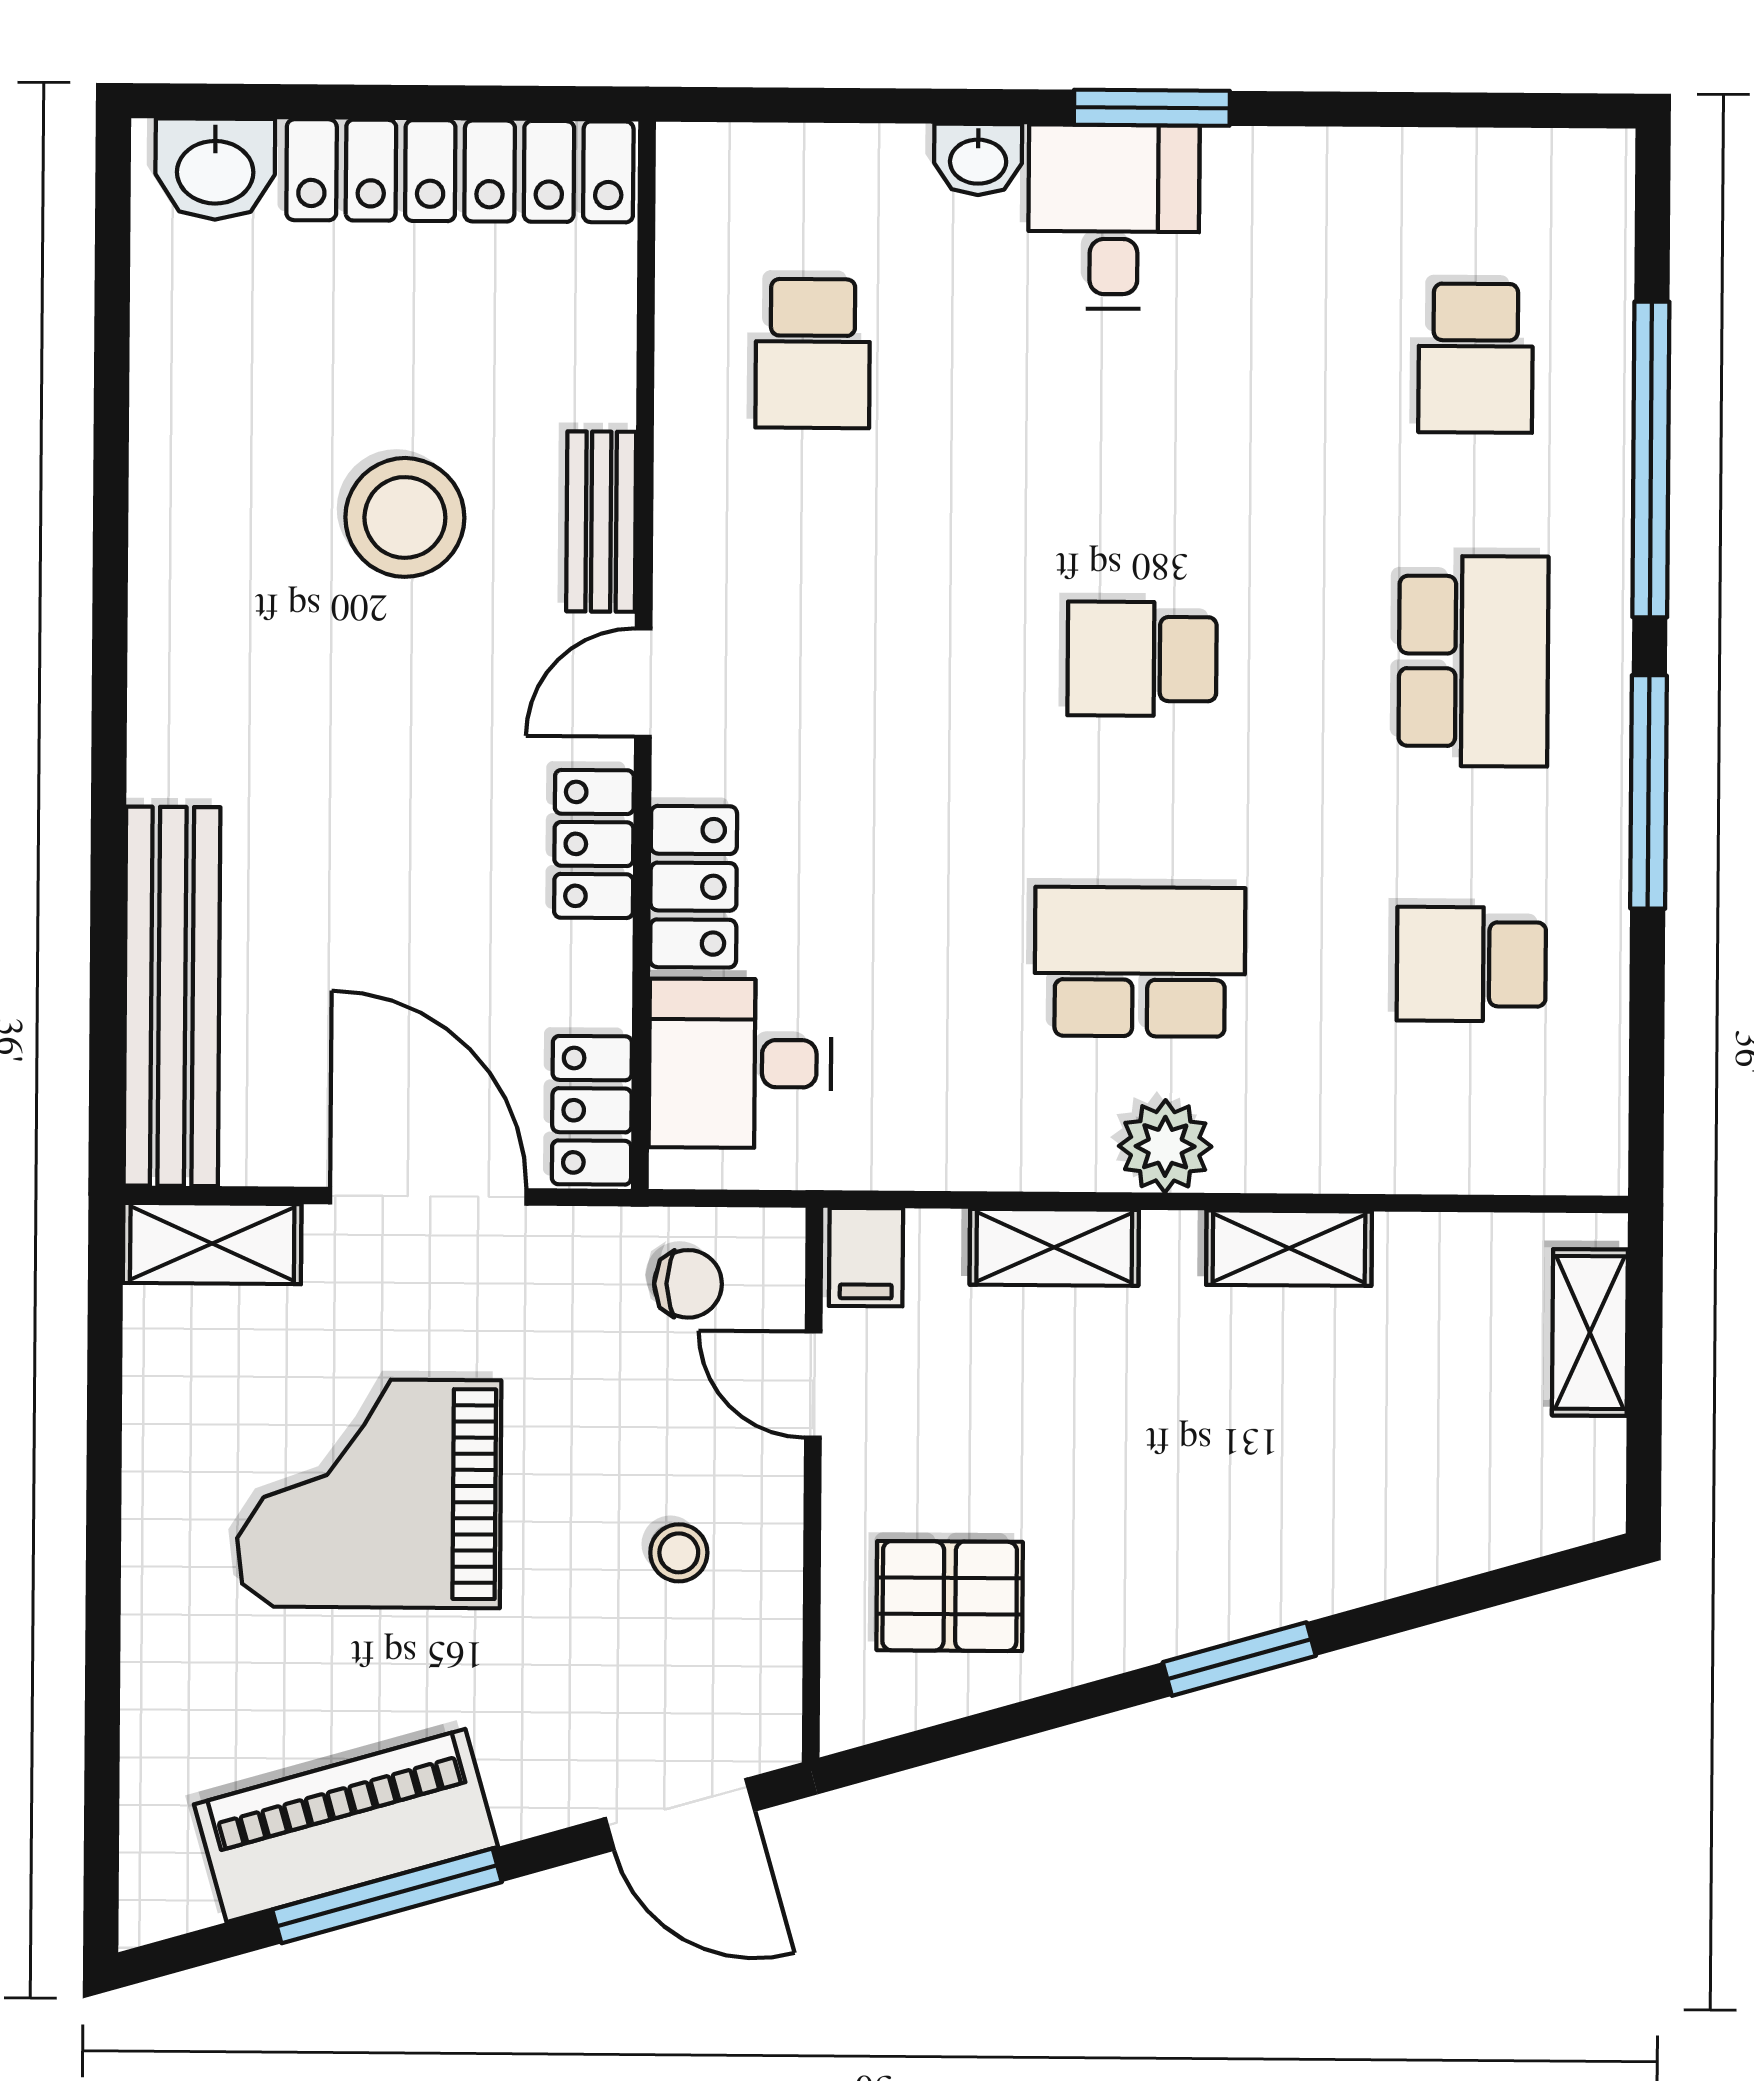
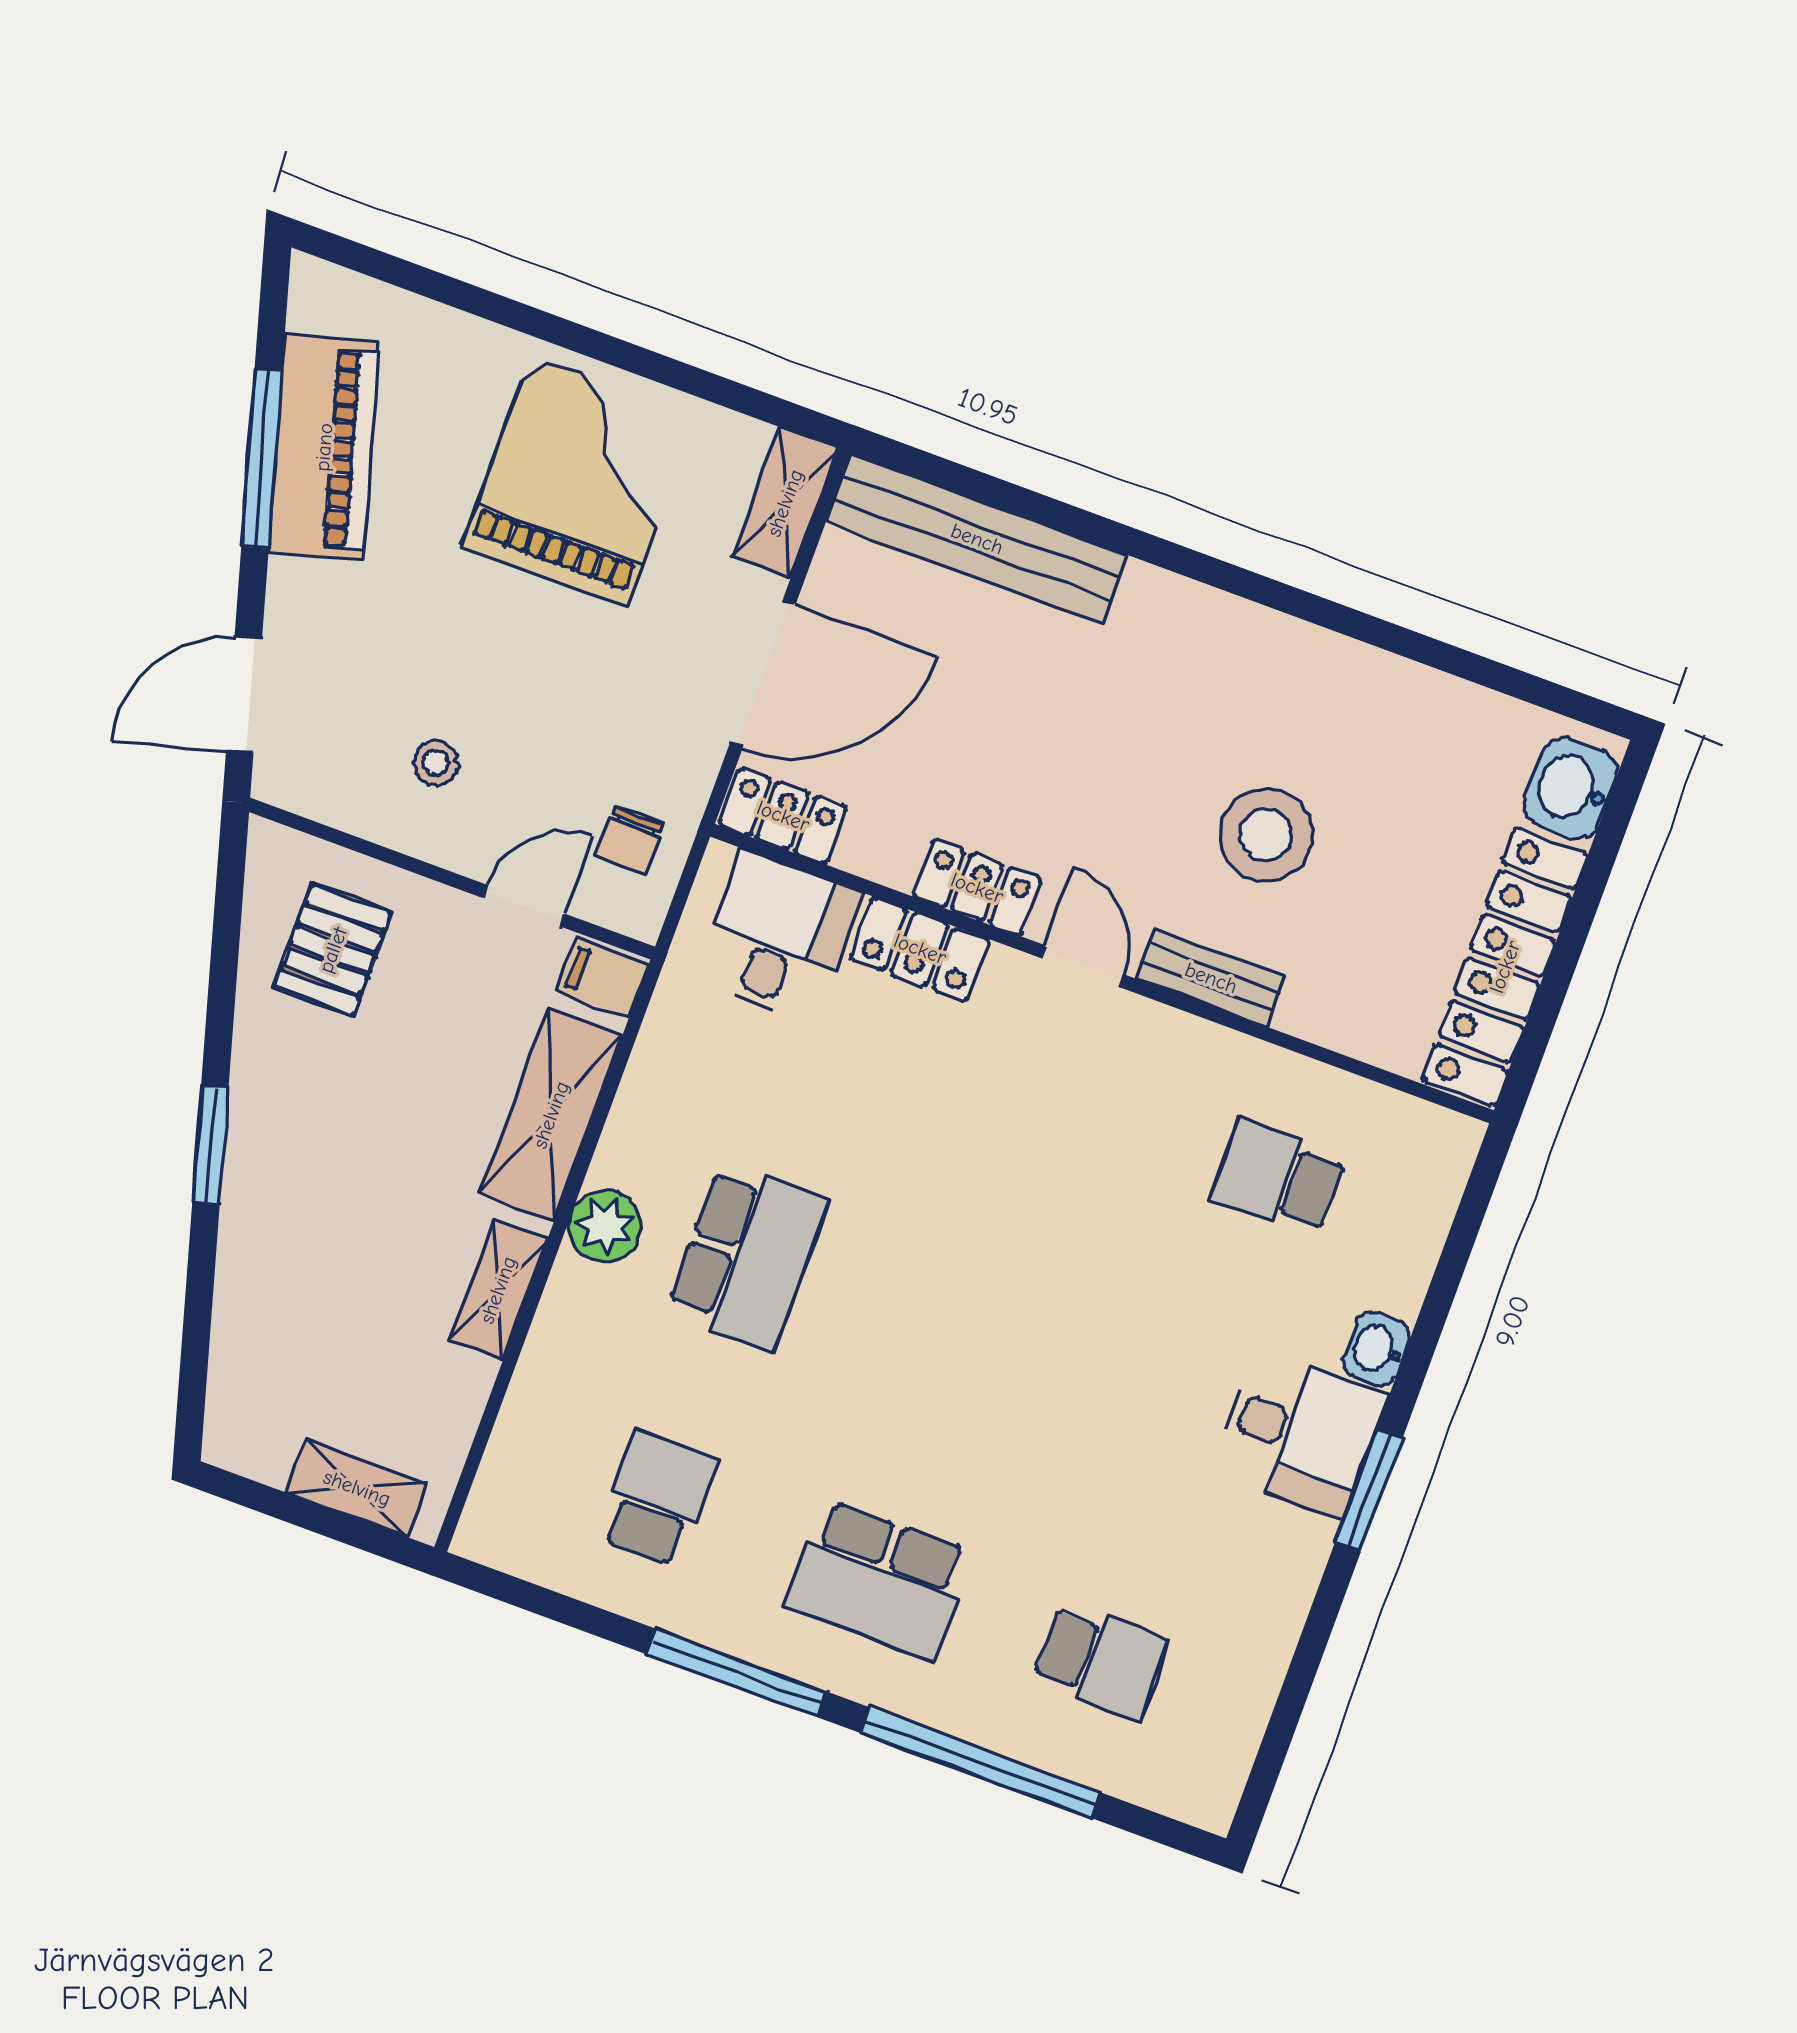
school desk: (1476, 358) -> (1100, 1661), turned 180
school desk: (1142, 659) -> (968, 1338), removed
shelving: (1054, 1247) -> (551, 1115), width x1.50, depth x1.33
grand piano: (369, 1493) -> (579, 480), moved

